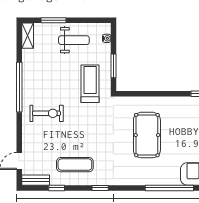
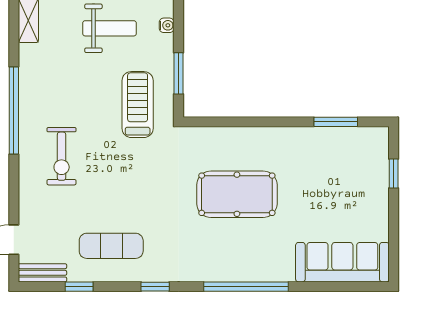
exercise bike: (47, 113) -> (62, 156), turned 90
pool table: (147, 135) -> (237, 194), turned 90
window: (169, 188) -> (246, 287), moved

